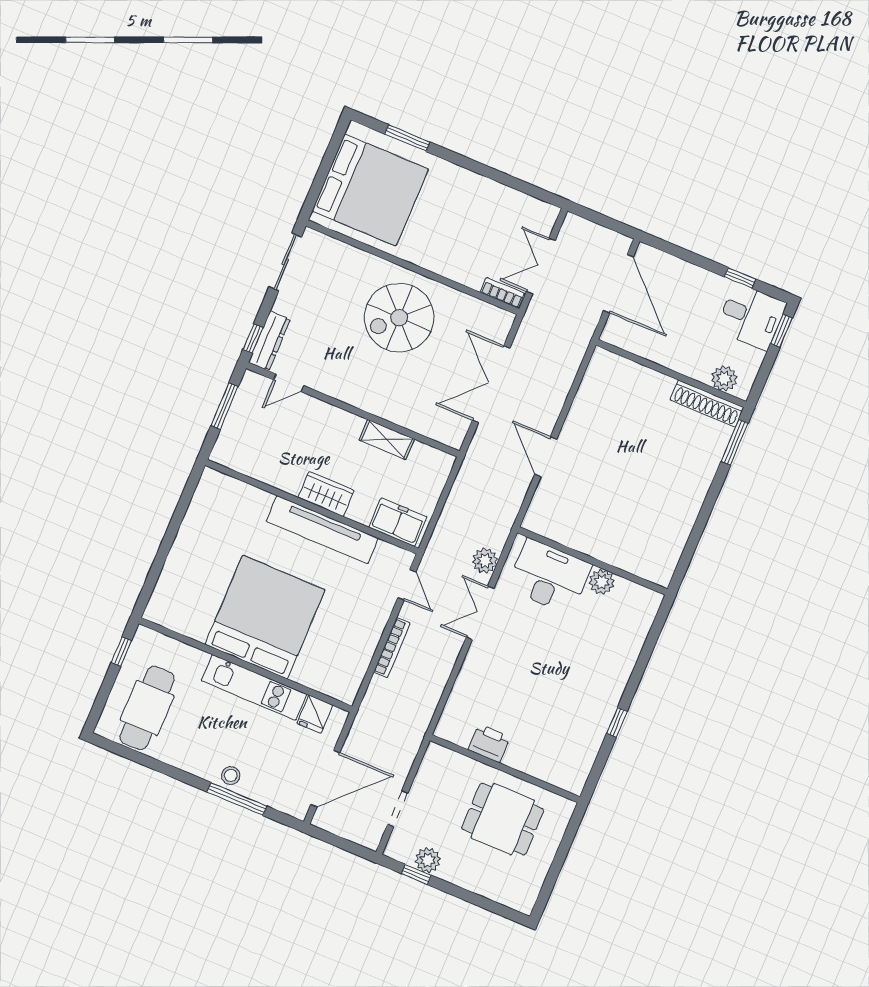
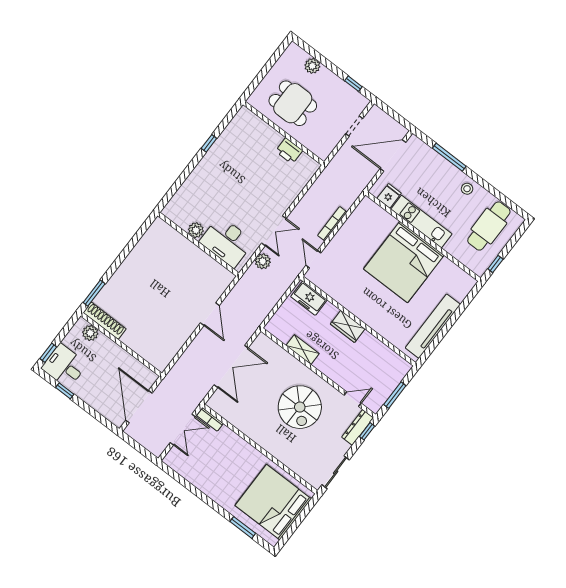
spiral stairs: (399, 318) -> (300, 407), moved, turned 90
tv unit: (322, 530) -> (433, 326), moved, turned -90
stool: (231, 776) -> (467, 189), moved
plant: (428, 860) -> (312, 66), moved

